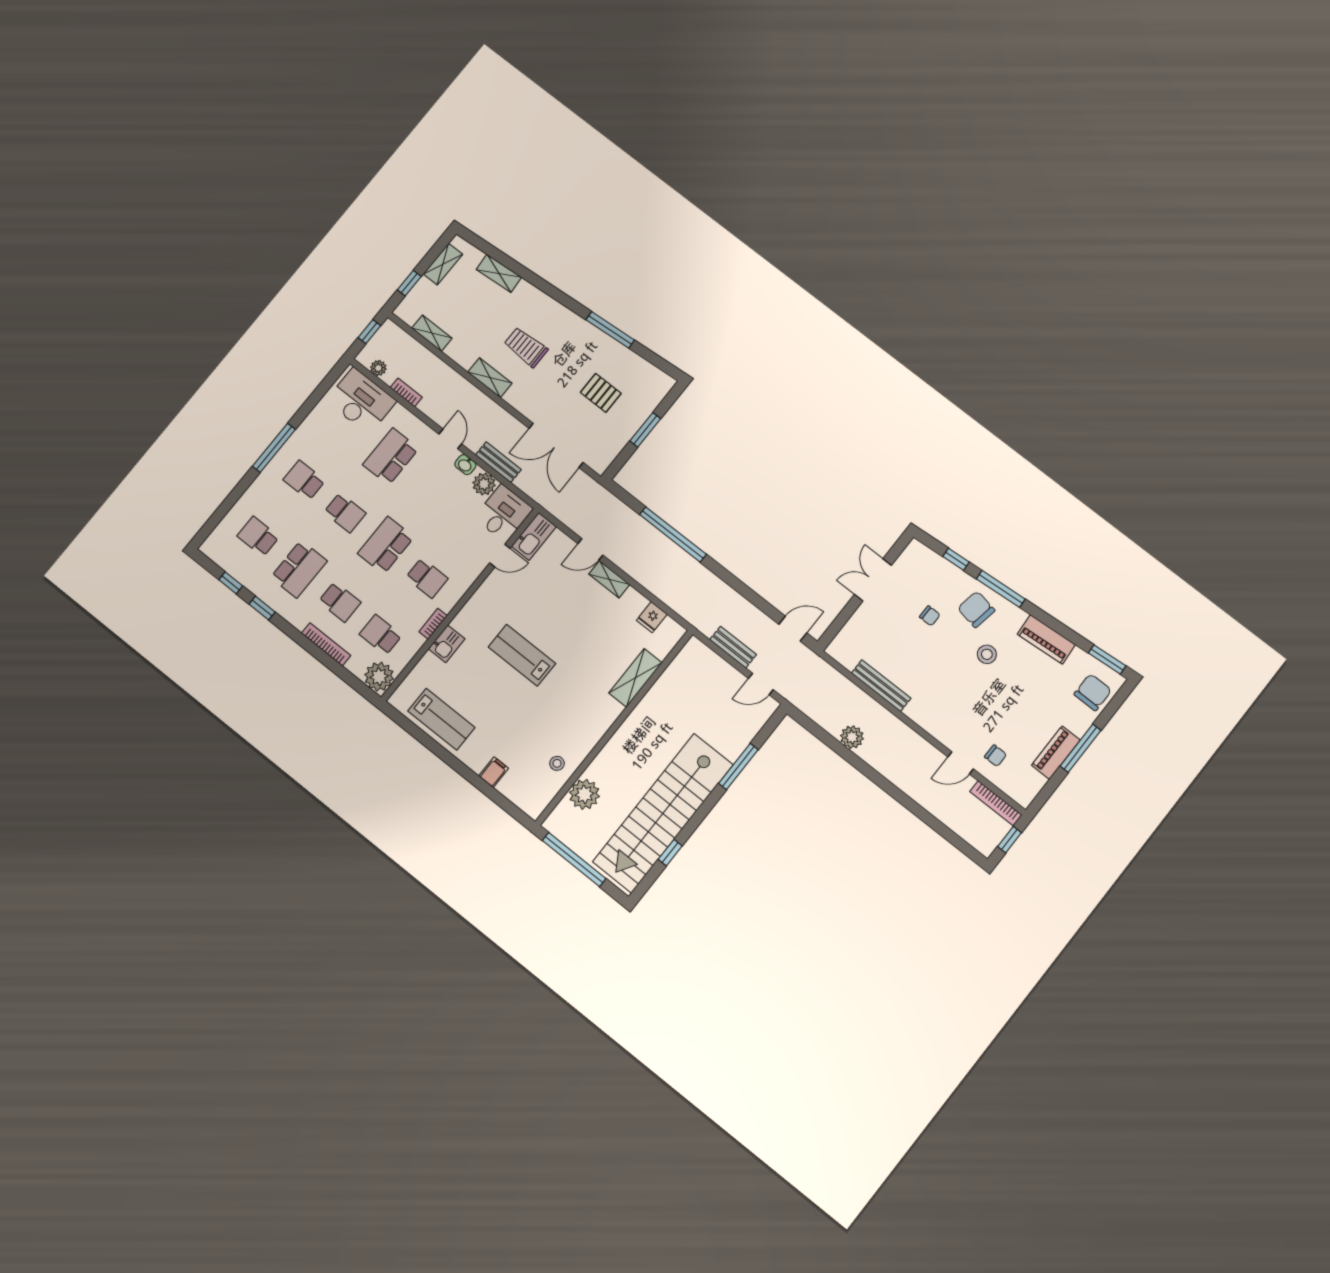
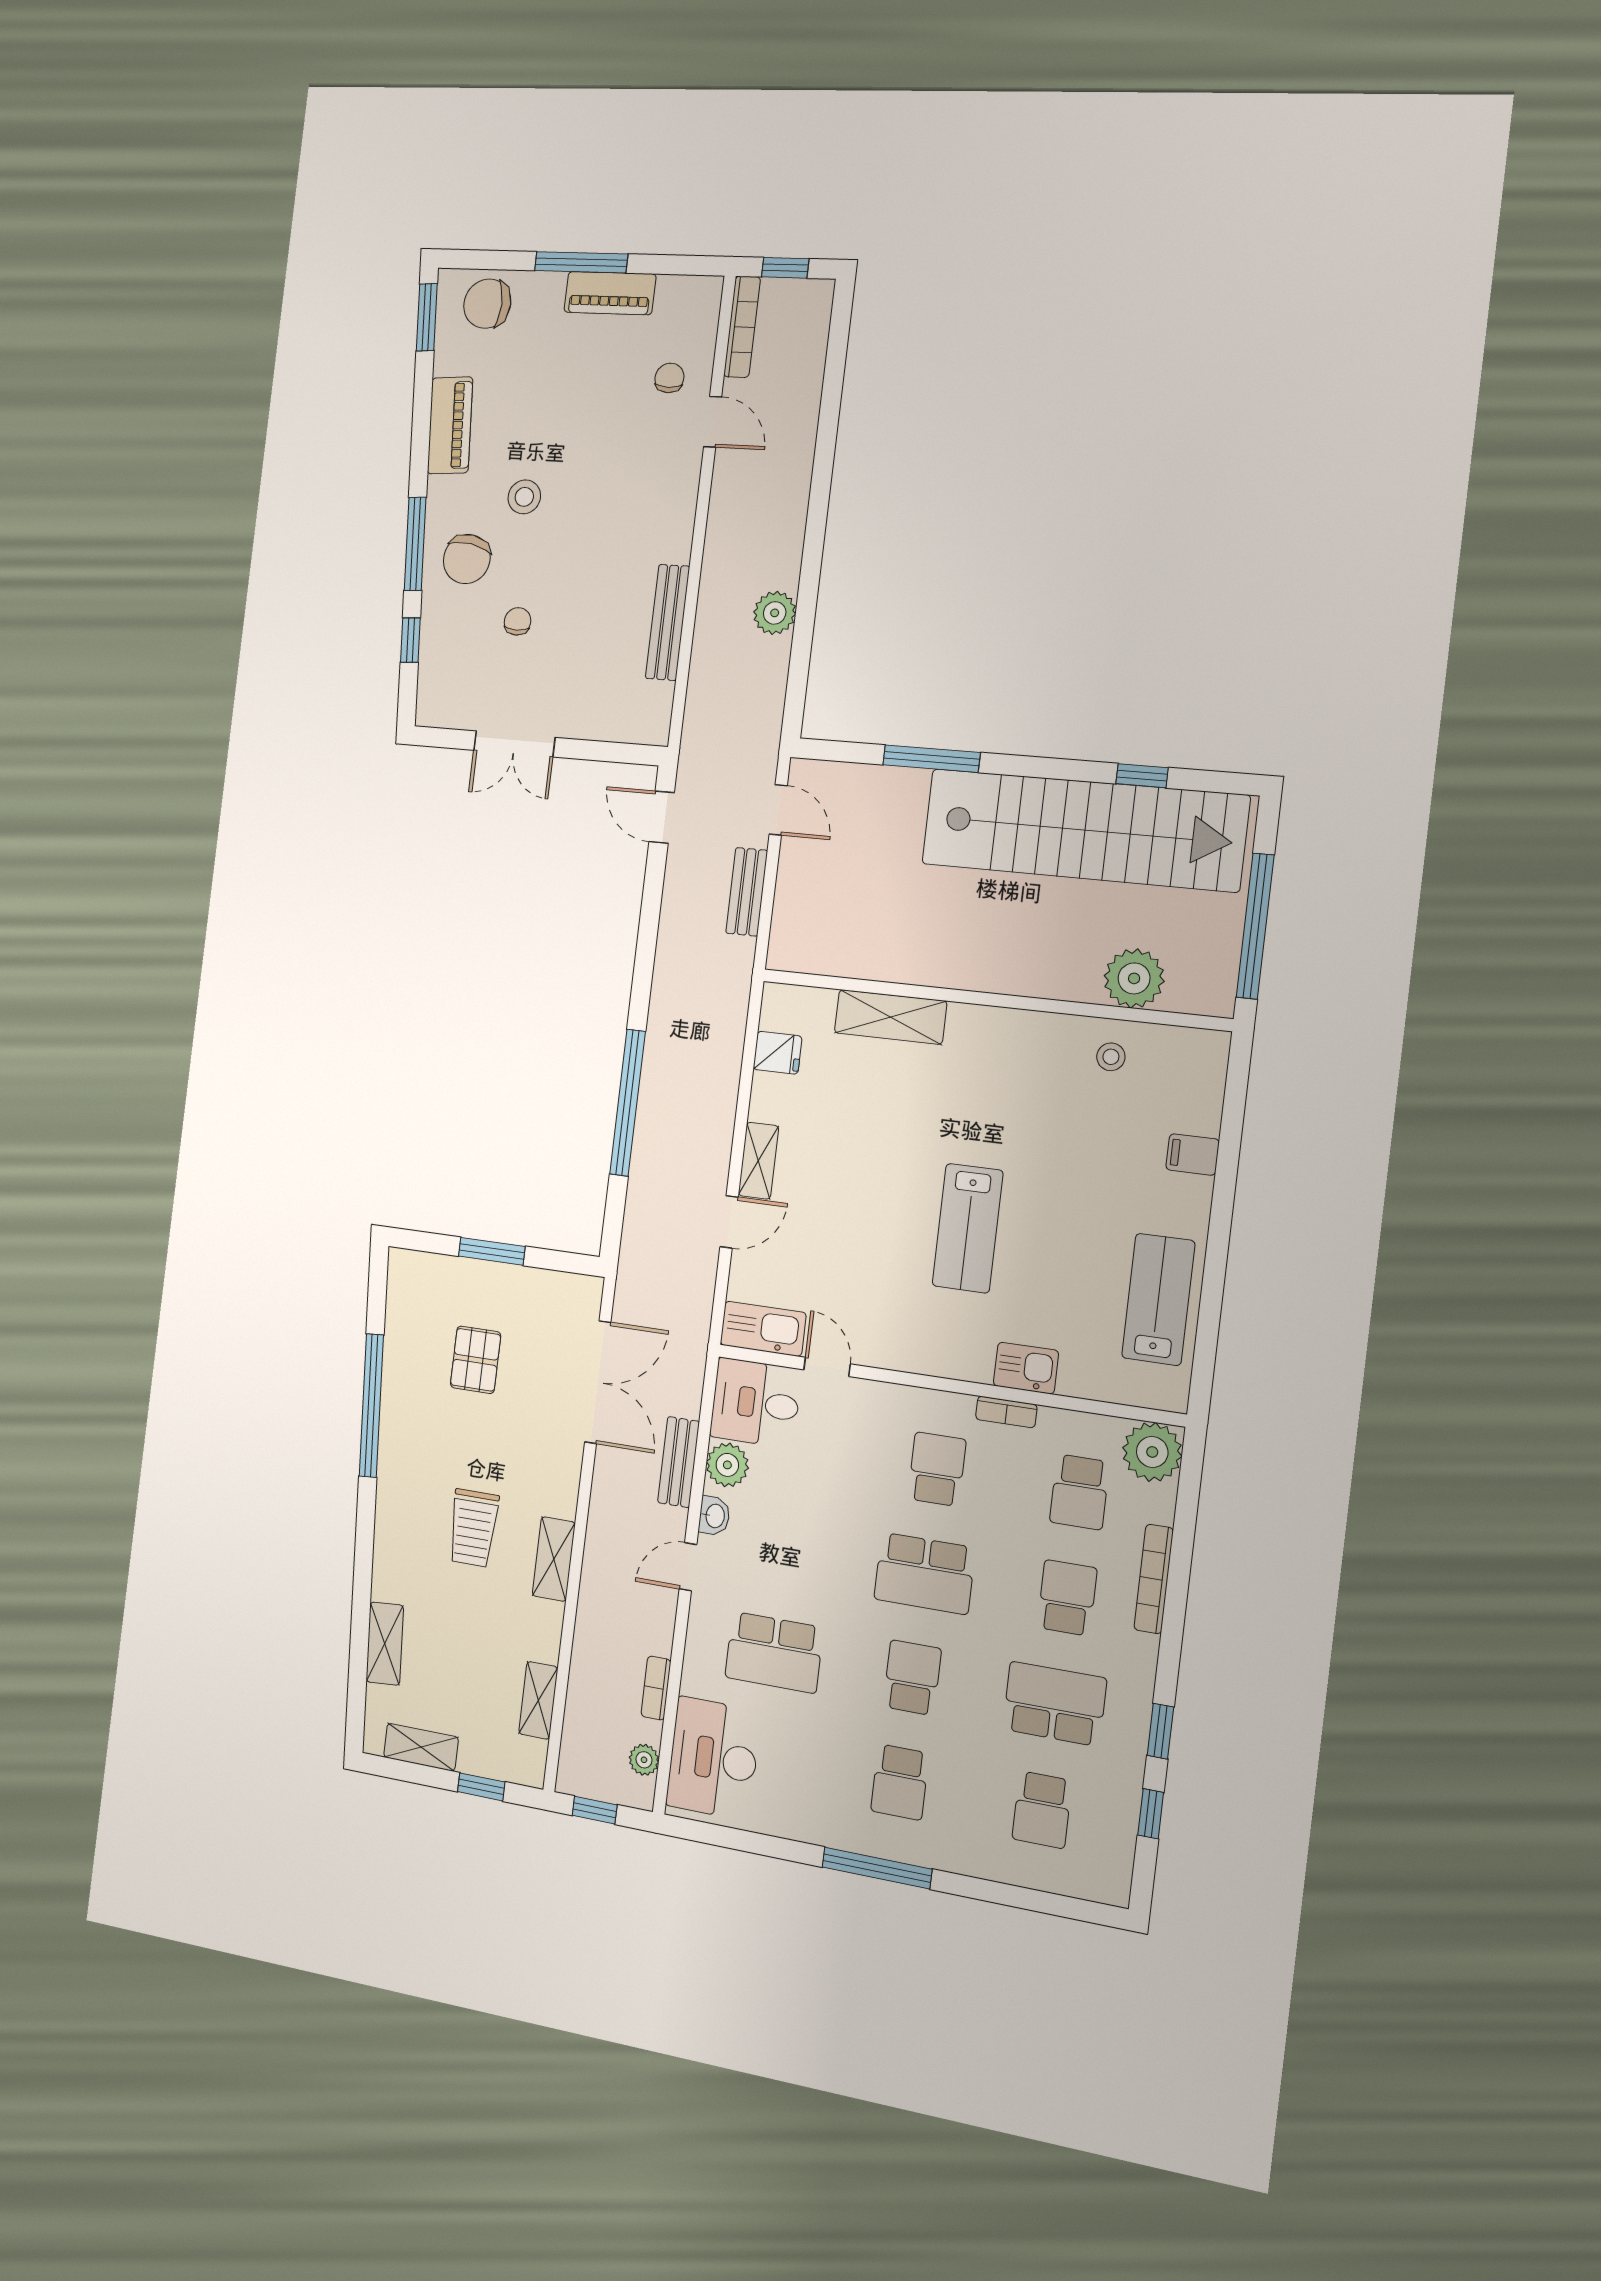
window: (610, 330) -> (371, 1406), width x1.46
door: (590, 549) -> (729, 1222), hinge flipped

